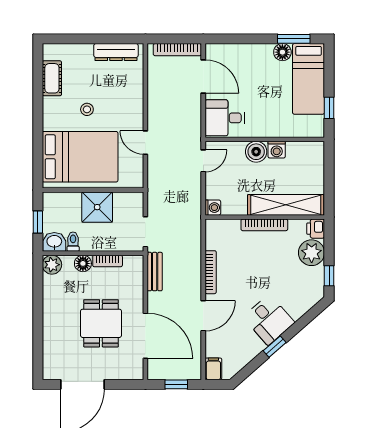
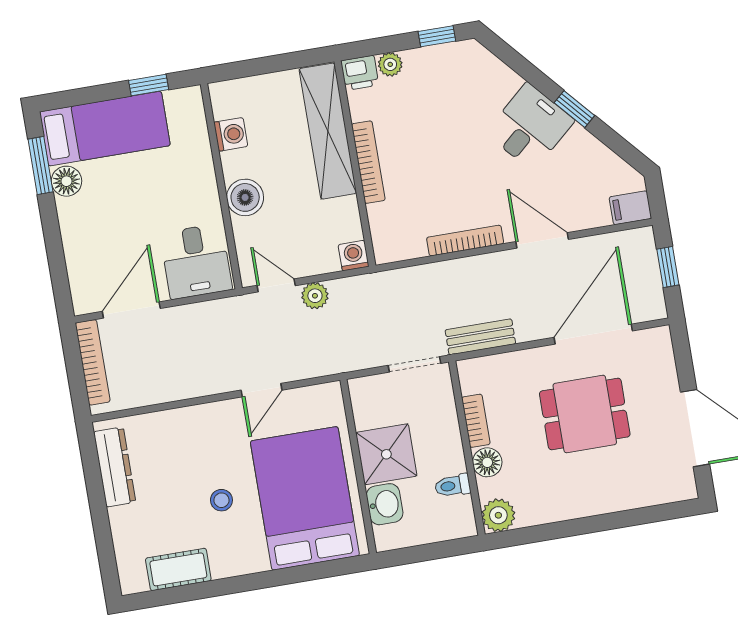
washing machine: (277, 150) -> (231, 134), moved
plant: (194, 182) -> (315, 296), added
window: (38, 222) -> (429, 552), removed
washbasin: (54, 242) -> (385, 504), moved, turned 180
plant: (312, 253) -> (390, 64), width x0.53, depth x0.53

